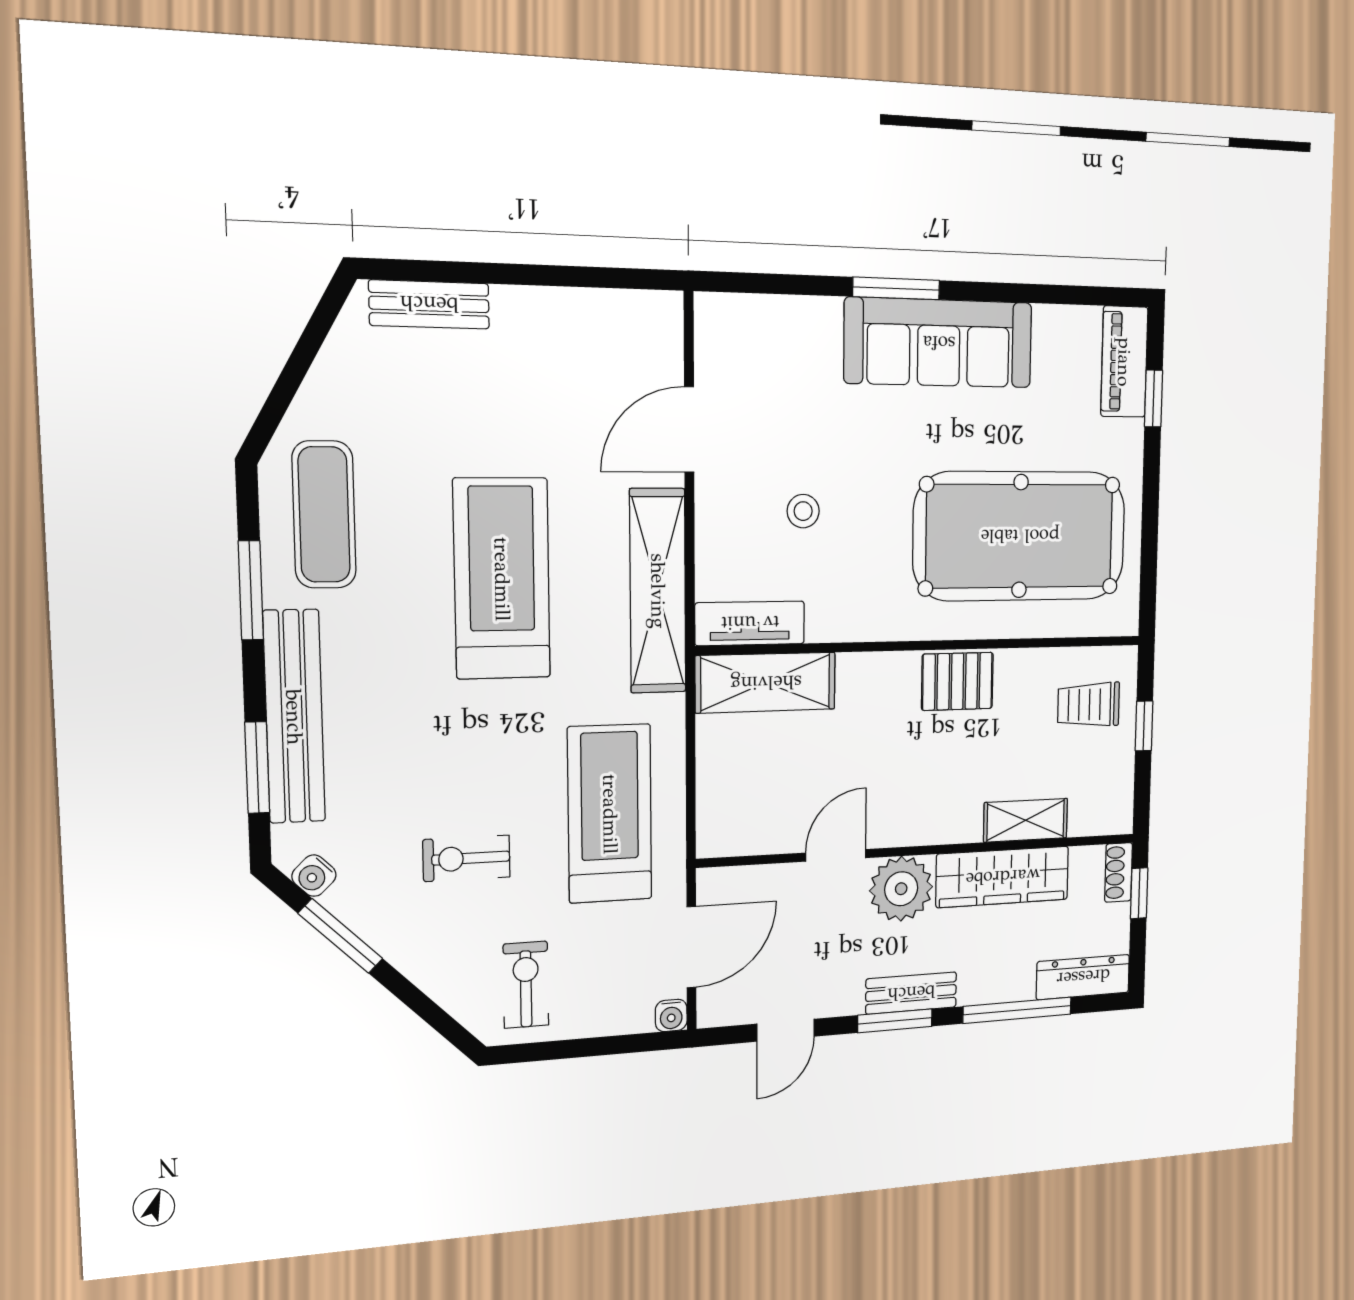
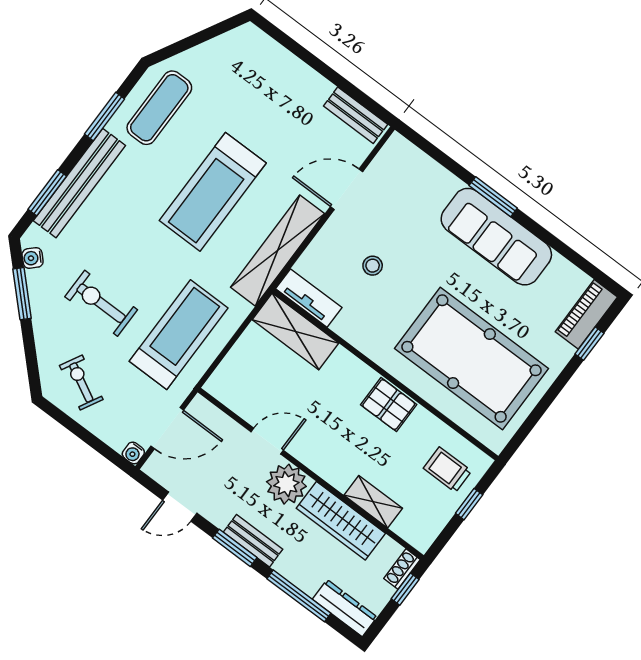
bench: (429, 304) -> (356, 115), moved
treadmill: (502, 579) -> (213, 192), turned 180
exercise bike: (467, 858) -> (101, 303), width x1.38, depth x1.39
exercise bike: (526, 985) -> (81, 383), turned -62

